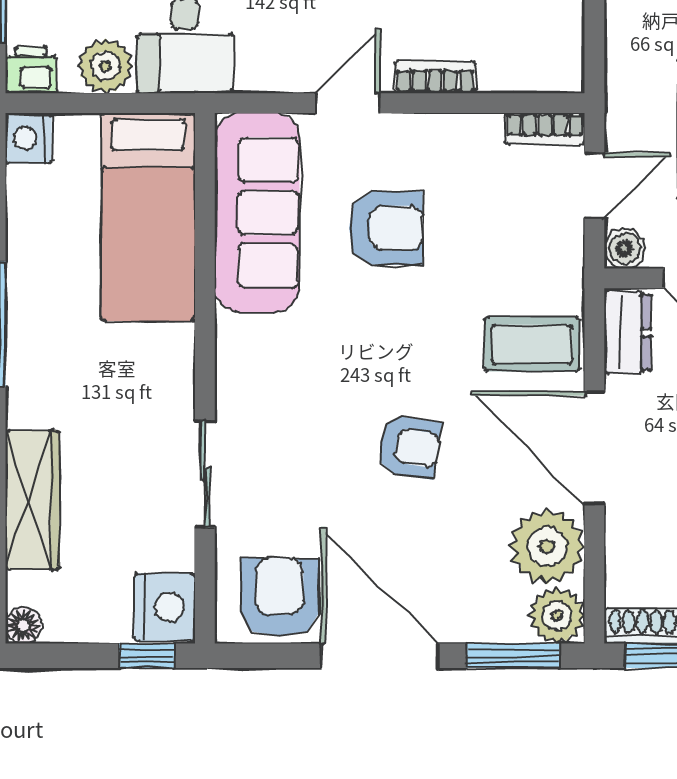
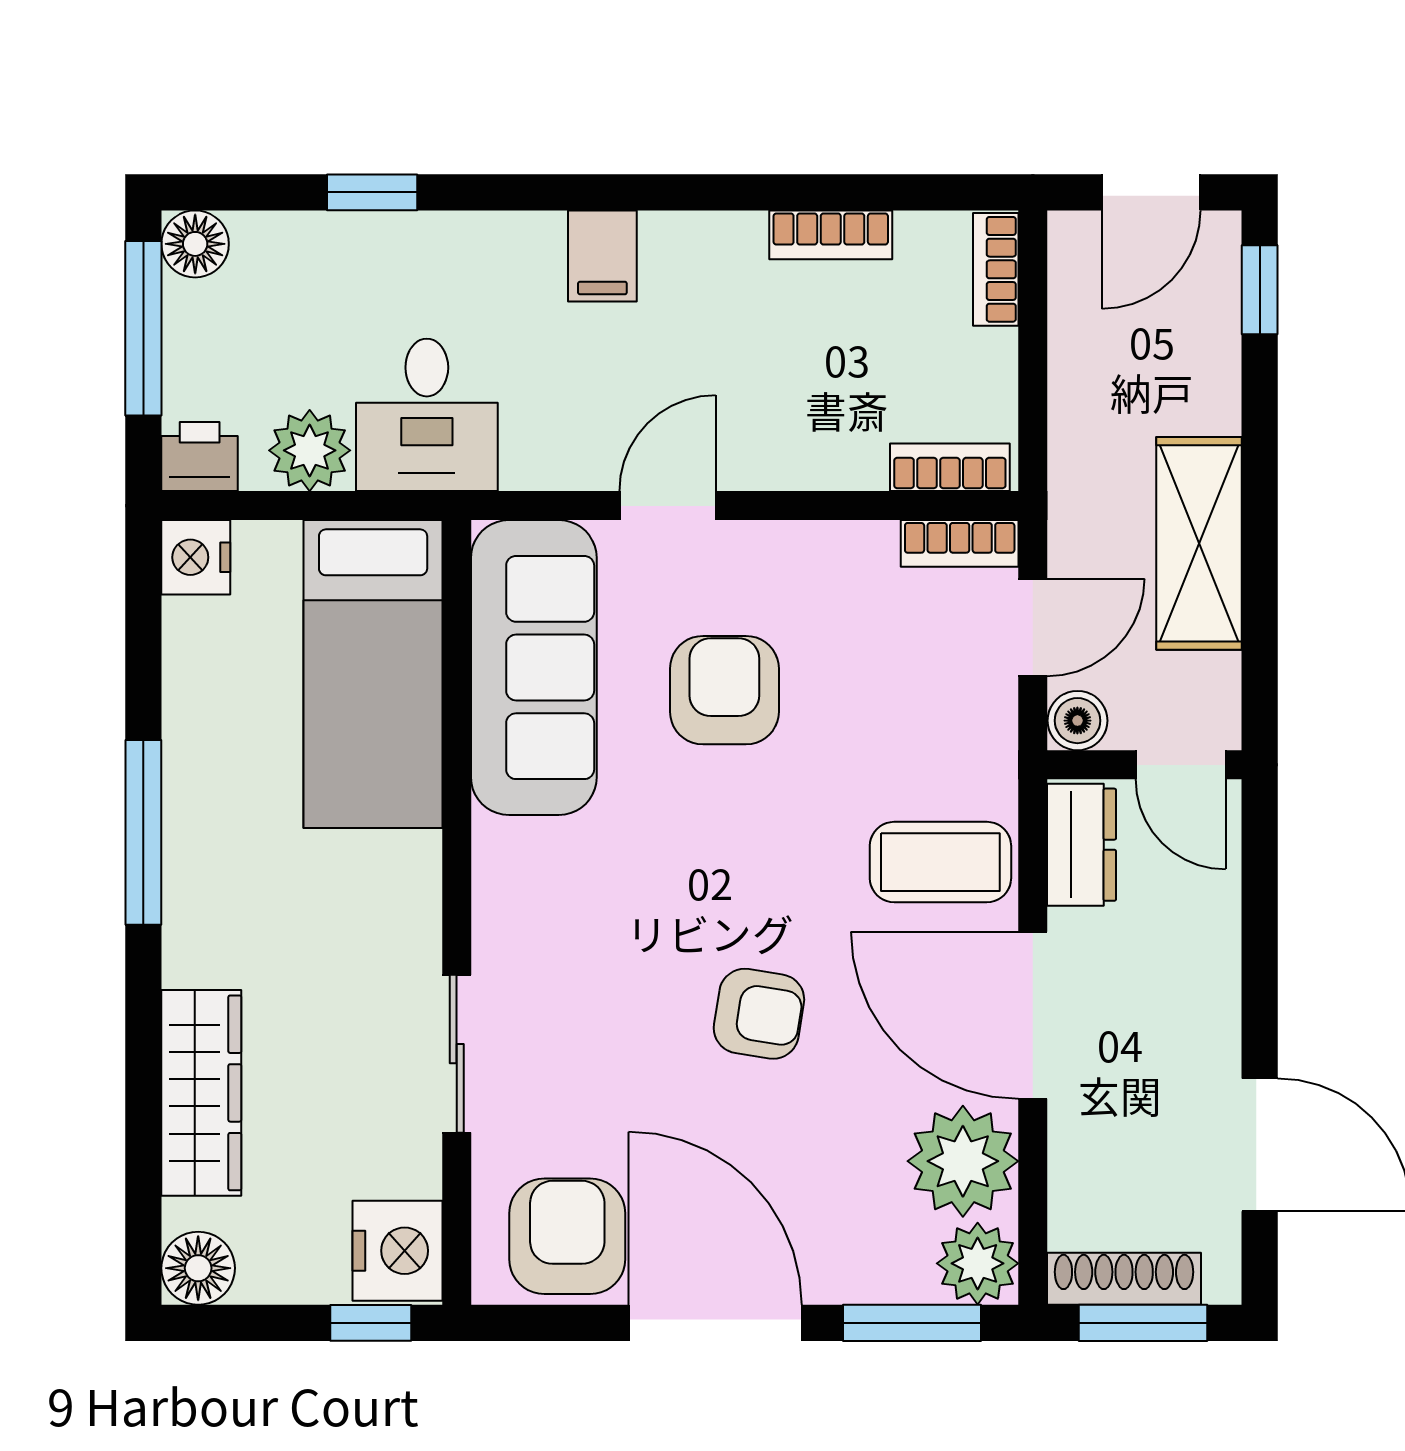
bookcase: (435, 77) -> (950, 467), moved
armchair: (386, 228) -> (724, 690), turned -90
floor lamp: (23, 626) -> (198, 1268), width x1.37, depth x1.37

